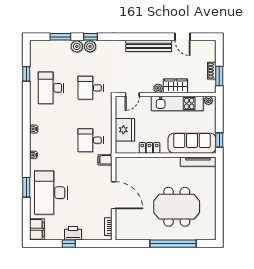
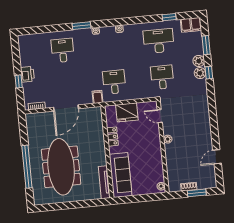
bench: (149, 46) -> (206, 127), removed
window: (219, 76) -> (197, 193), moved
wardrobe: (175, 86) -> (172, 155), removed
kitchen unit: (177, 104) -> (156, 158), removed
window: (219, 140) -> (126, 200), removed
window: (26, 187) -> (81, 26), moved
desk: (51, 193) -> (63, 50), width x0.53, depth x0.77
meeting table: (177, 207) -> (61, 167), width x1.36
filing cabinet: (37, 229) -> (191, 25), moved
window: (69, 244) -> (19, 81), moved

